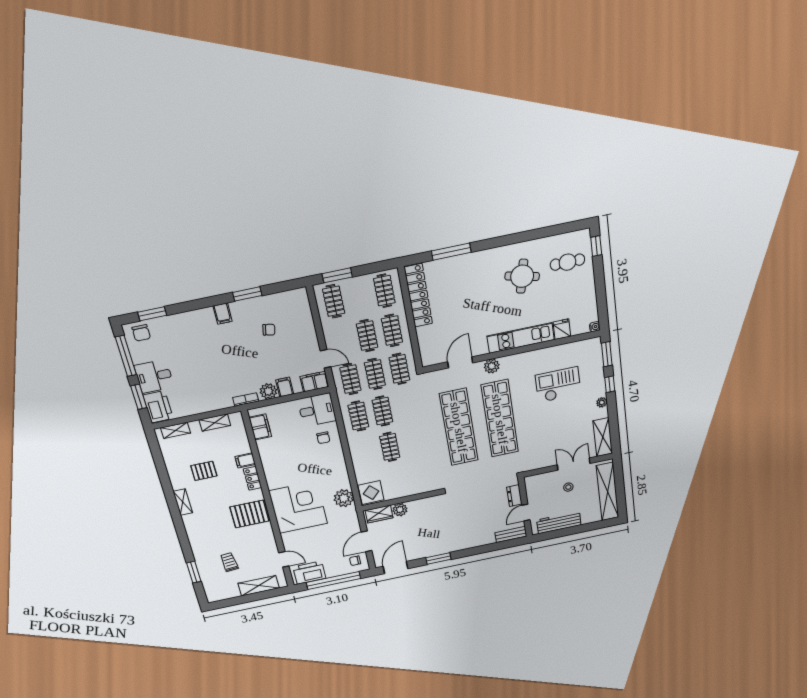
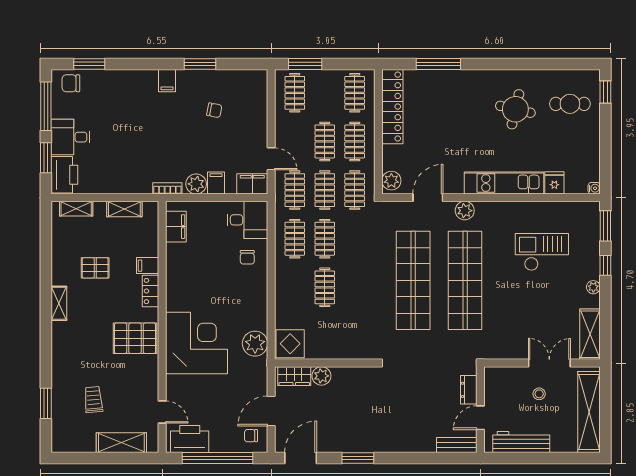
chair: (141, 333) -> (71, 83), turned 90
plant: (428, 355) -> (391, 181), added

